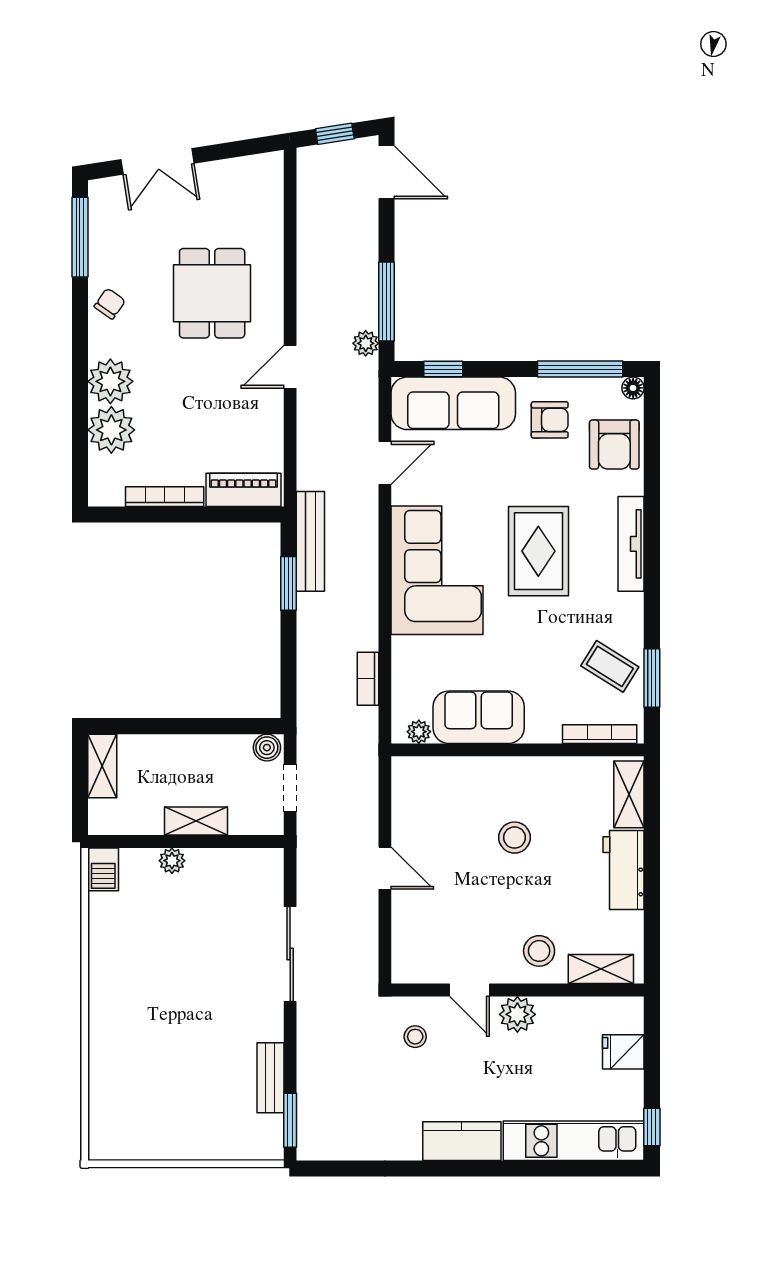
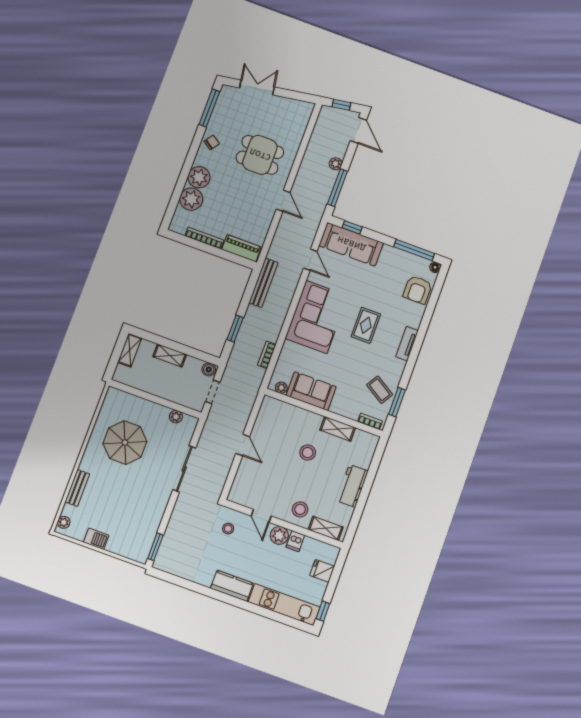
double door: (157, 161) -> (257, 87), swing flipped
dining table: (212, 293) -> (260, 155), turned 90
plant: (366, 343) -> (336, 164), moved
door: (290, 367) -> (283, 201), swing flipped
armchair: (550, 420) -> (392, 268), removed
door: (385, 463) -> (310, 260), hinge flipped
tv unit: (631, 544) -> (407, 344), width x0.71
rug: (538, 551) -> (366, 325), width x0.73, depth x0.70
window: (289, 583) -> (235, 329), moved
bookcase: (600, 734) -> (370, 421), width x0.64
shelving: (629, 794) -> (338, 429), moved, turned 90
shelving: (196, 821) -> (170, 355), moved
plant: (172, 861) -> (176, 417), moved
barbecue: (103, 869) -> (96, 539), moved, turned -90
parasol: (159, 945) -> (125, 443), added
dishwasher: (552, 1014) -> (295, 541), added
bench: (270, 1078) -> (77, 488), moved
plant: (100, 1137) -> (64, 522), added

